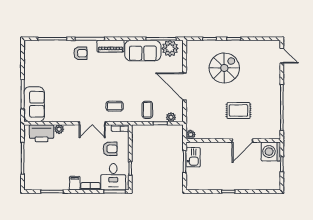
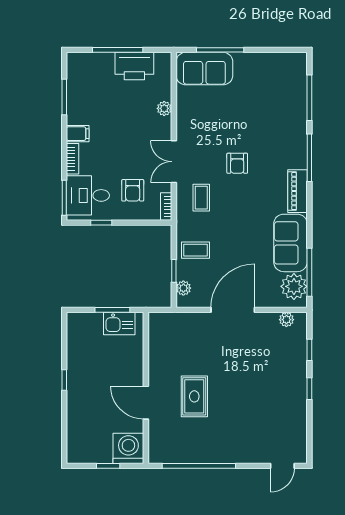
armchair: (80, 53) -> (237, 163), moved
spiral stairs: (224, 68) -> (263, 374), removed
printer: (42, 133) -> (134, 66), moved, turned -90
plant: (191, 135) -> (286, 320), moved

